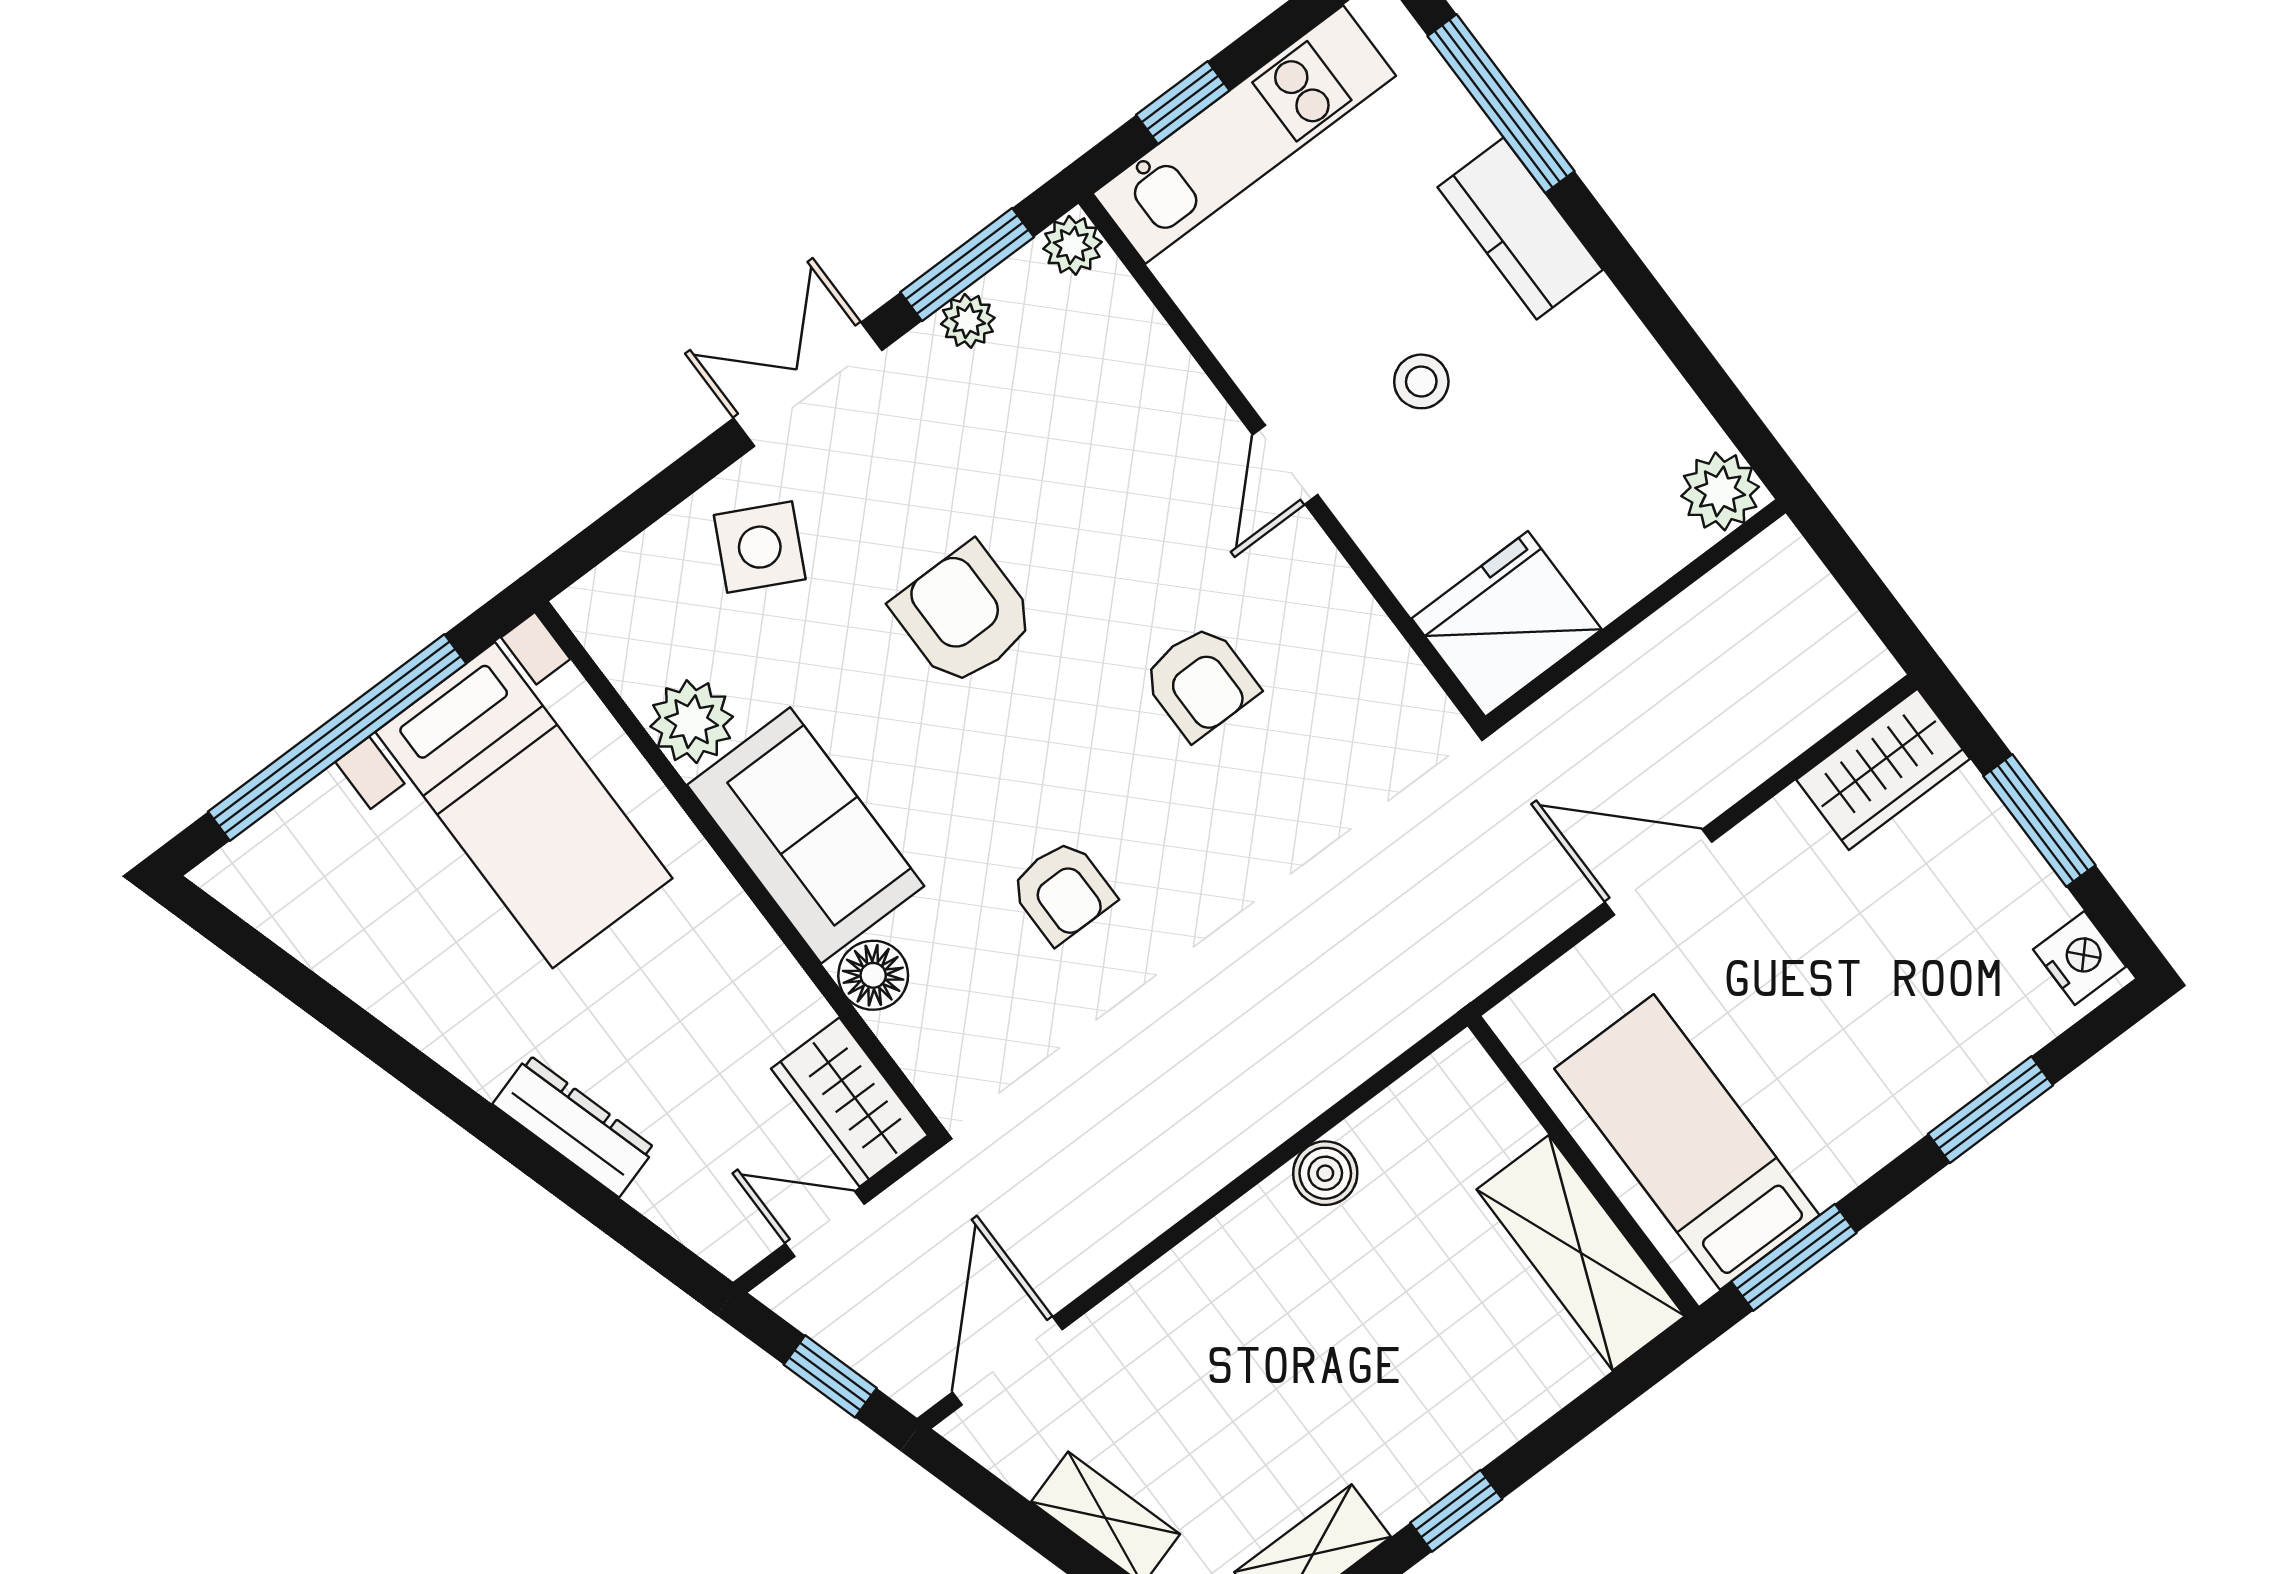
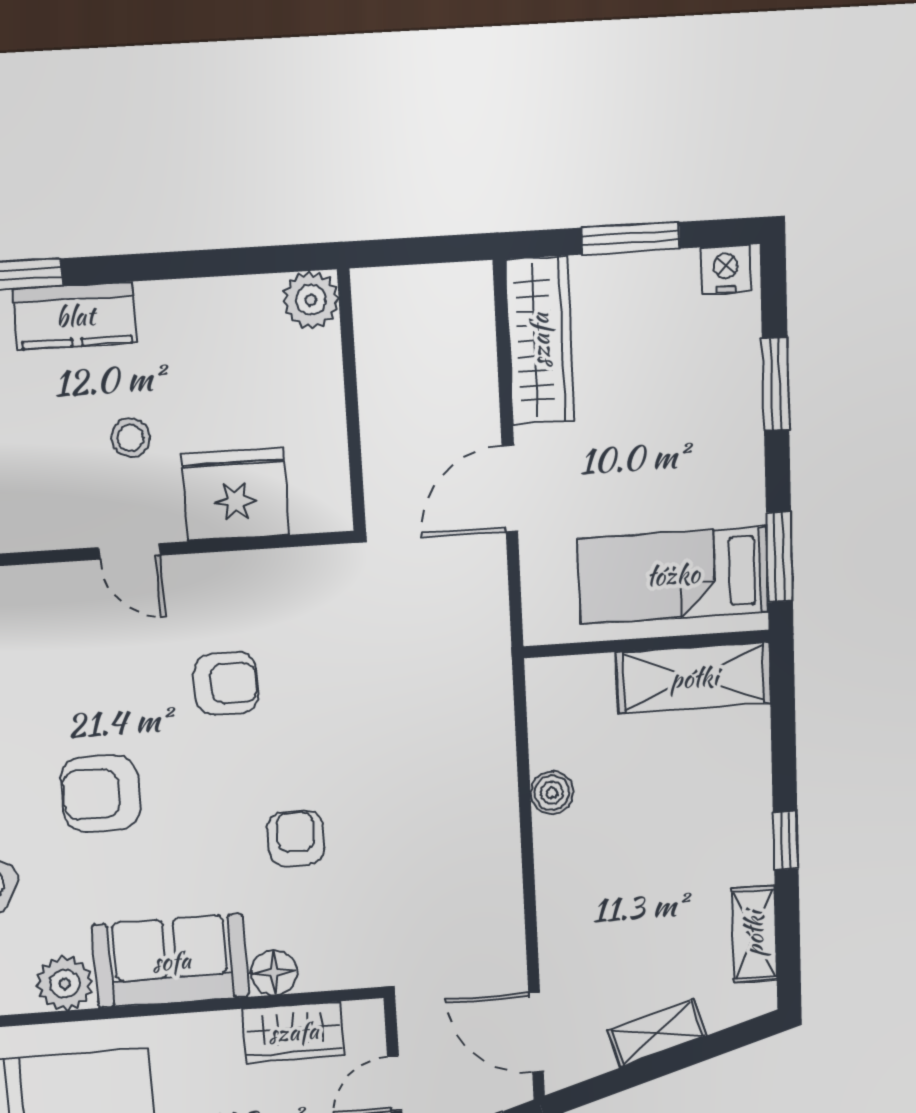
fridge: (1507, 624) -> (235, 494), moved, turned 90
wardrobe: (1883, 769) -> (540, 341), width x1.50
armchair: (1062, 892) -> (296, 838), turned -90
wardrobe: (849, 1102) -> (293, 1032), moved

